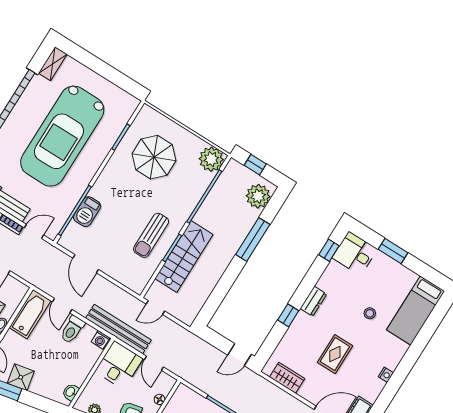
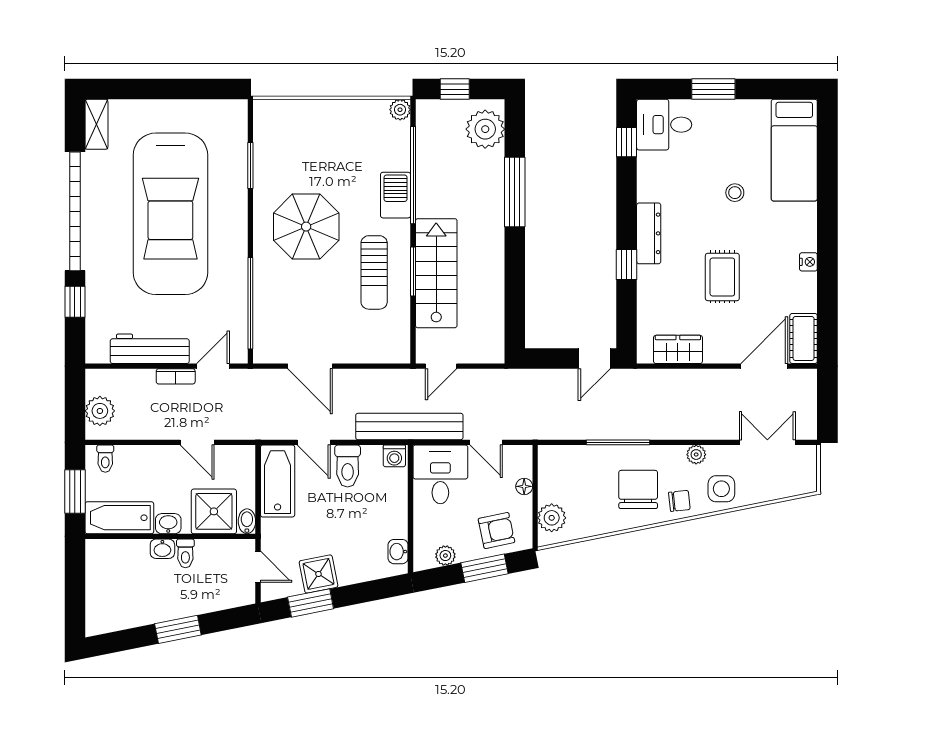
parasol: (154, 157) -> (306, 227), moved
plant: (211, 159) -> (400, 110), width x0.53, depth x0.53
barbecue: (87, 212) -> (396, 195), moved, turned 180
dresser: (313, 301) -> (649, 233), width x1.44

